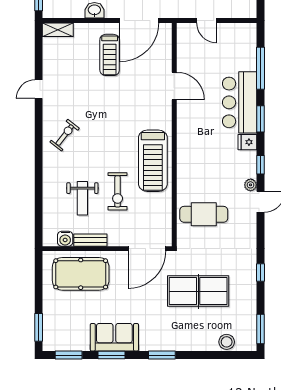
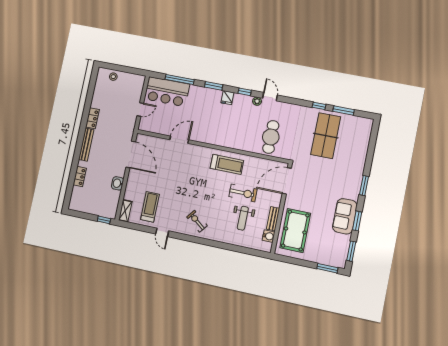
treadmill: (110, 55) -> (150, 207), moved, turned -90
bar counter: (240, 102) -> (167, 92), moved
treadmill: (153, 161) -> (227, 164), width x0.73, depth x0.73
weight bench: (82, 198) -> (243, 218), turned 90
door: (147, 249) -> (287, 181), swing flipped
table tennis table: (198, 291) -> (326, 136), moved
window: (261, 329) -> (343, 110), moved
stool: (227, 342) -> (363, 139), removed

